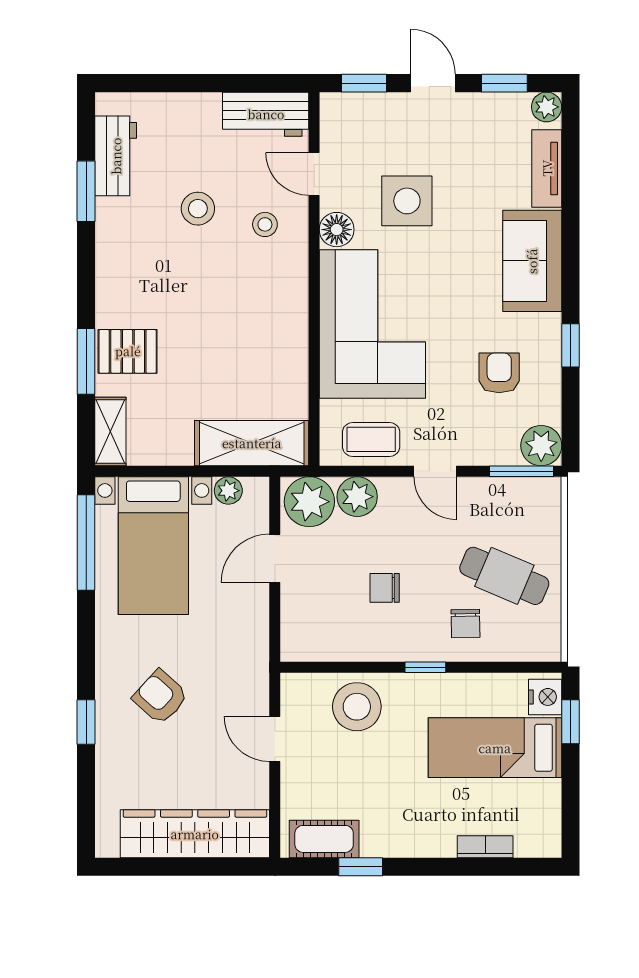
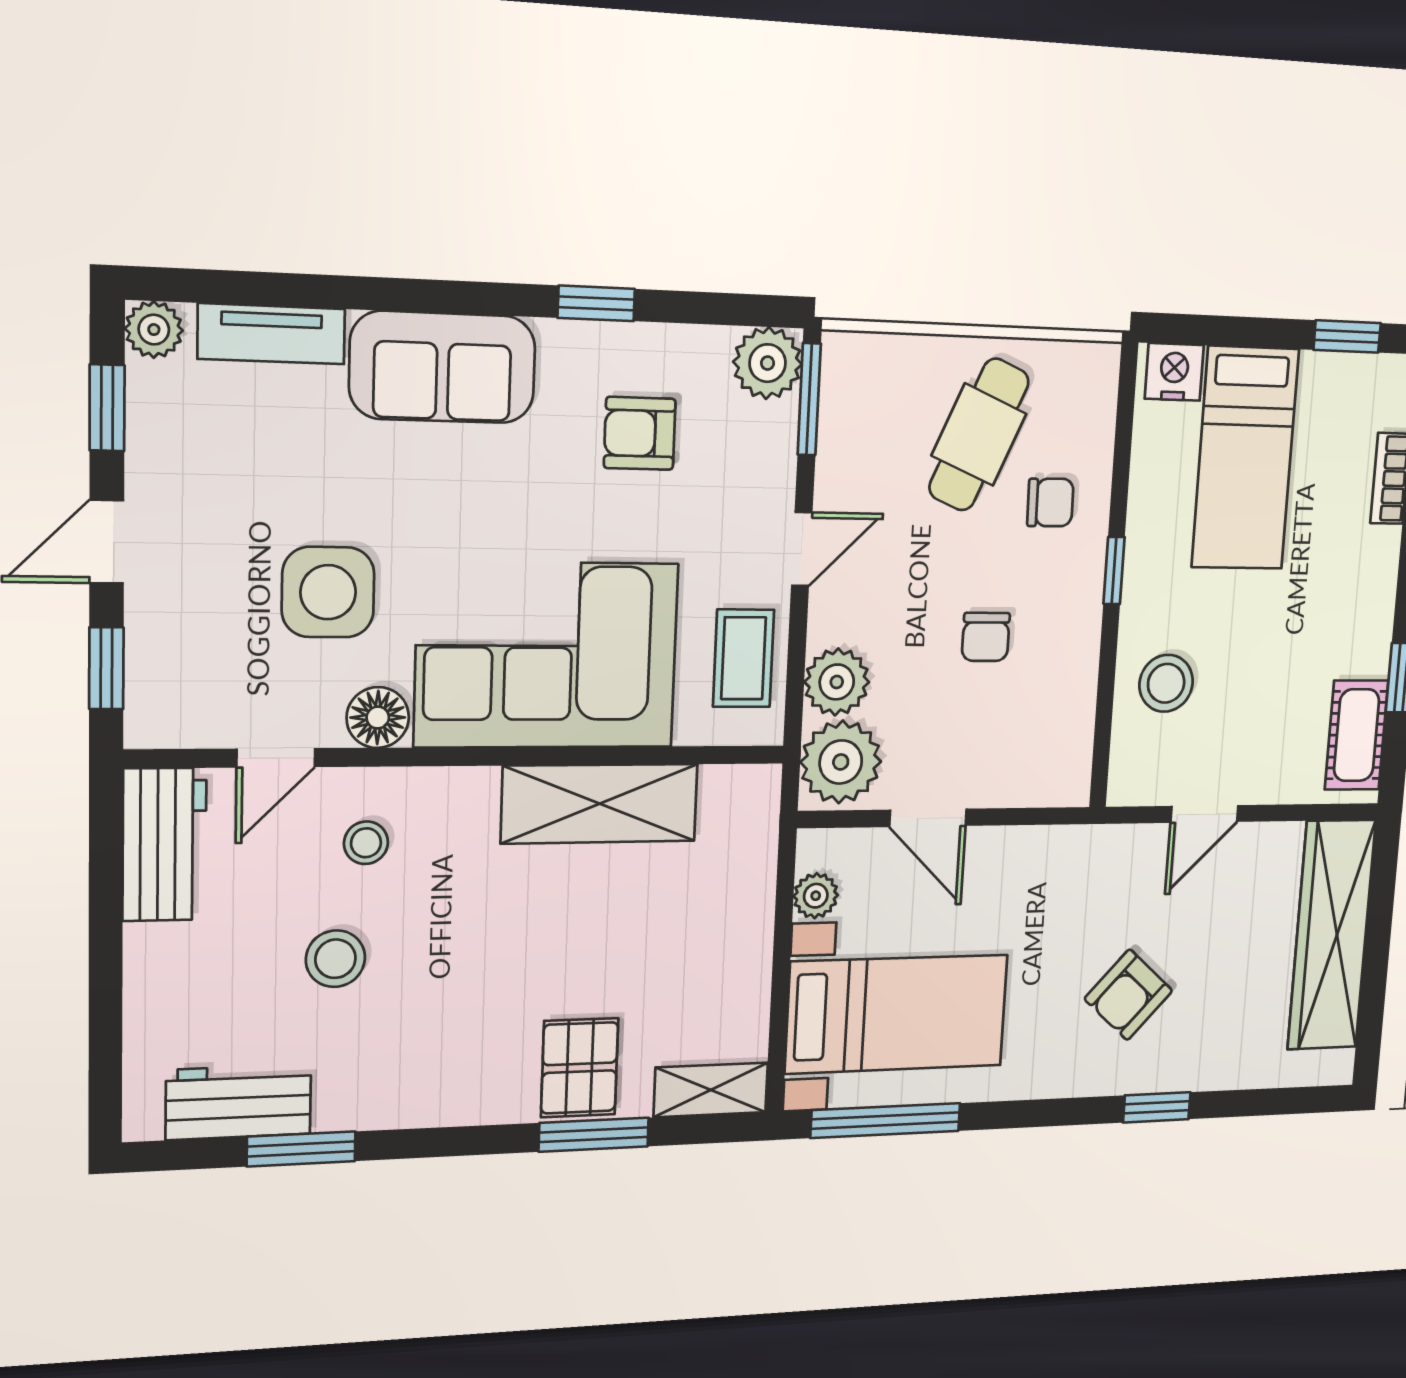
shelving: (252, 443) -> (600, 804), moved, turned 90
stool: (357, 707) -> (1166, 683), width x0.73, depth x0.73
window: (570, 722) -> (1347, 336), moved

